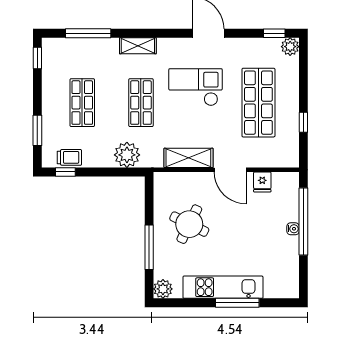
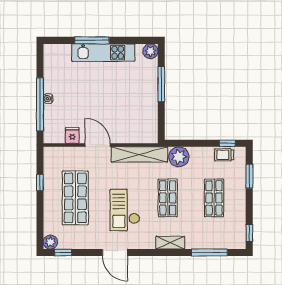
checkout: (196, 87) -> (125, 210), turned 90
shelving: (188, 158) -> (139, 154), width x1.47
round table: (189, 224) -> (130, 102), removed

